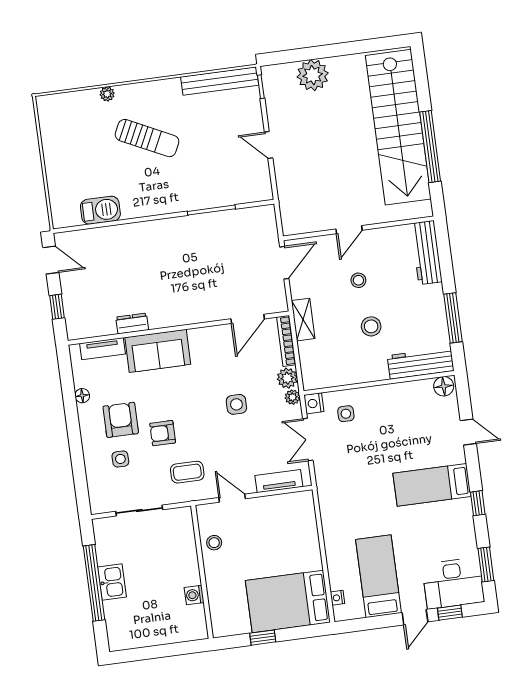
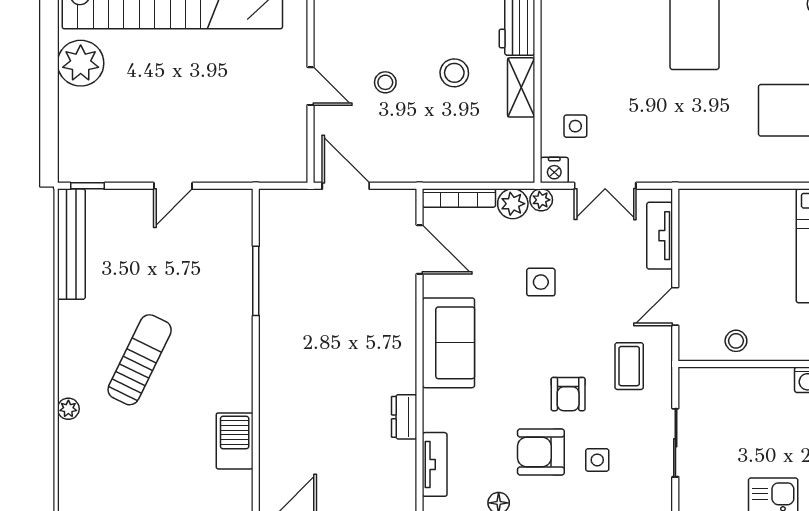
plant: (313, 75) -> (81, 63), moved
shelving: (303, 320) -> (521, 87), moved, turned 90
sofa: (158, 351) -> (448, 343), moved

